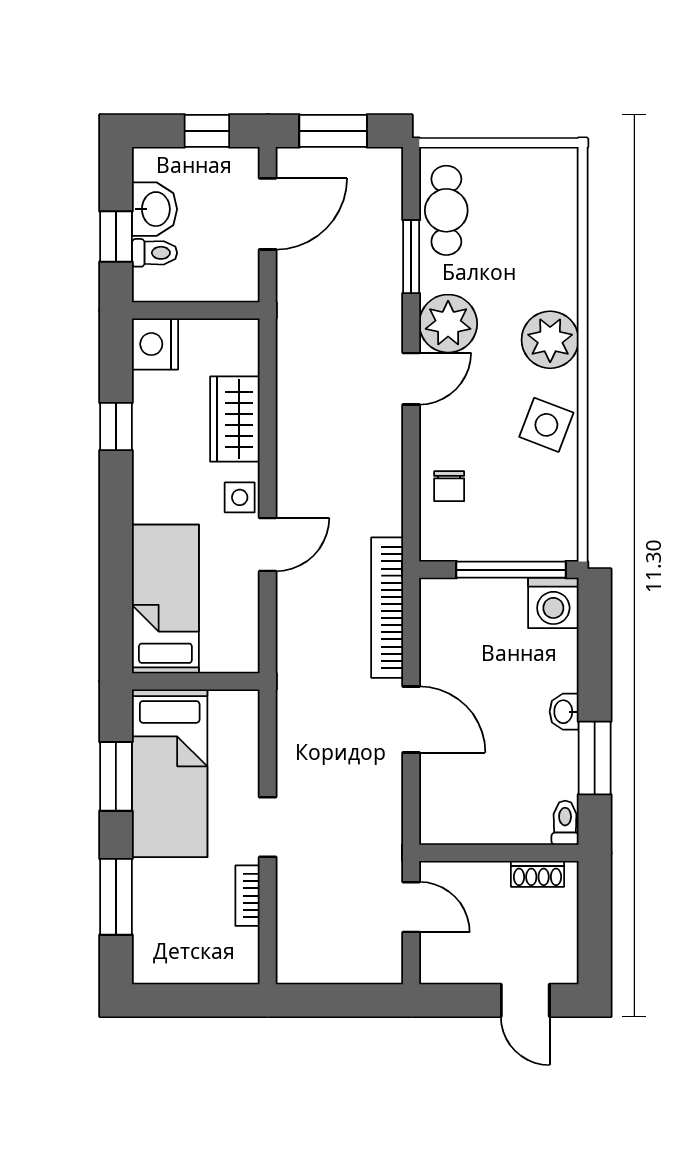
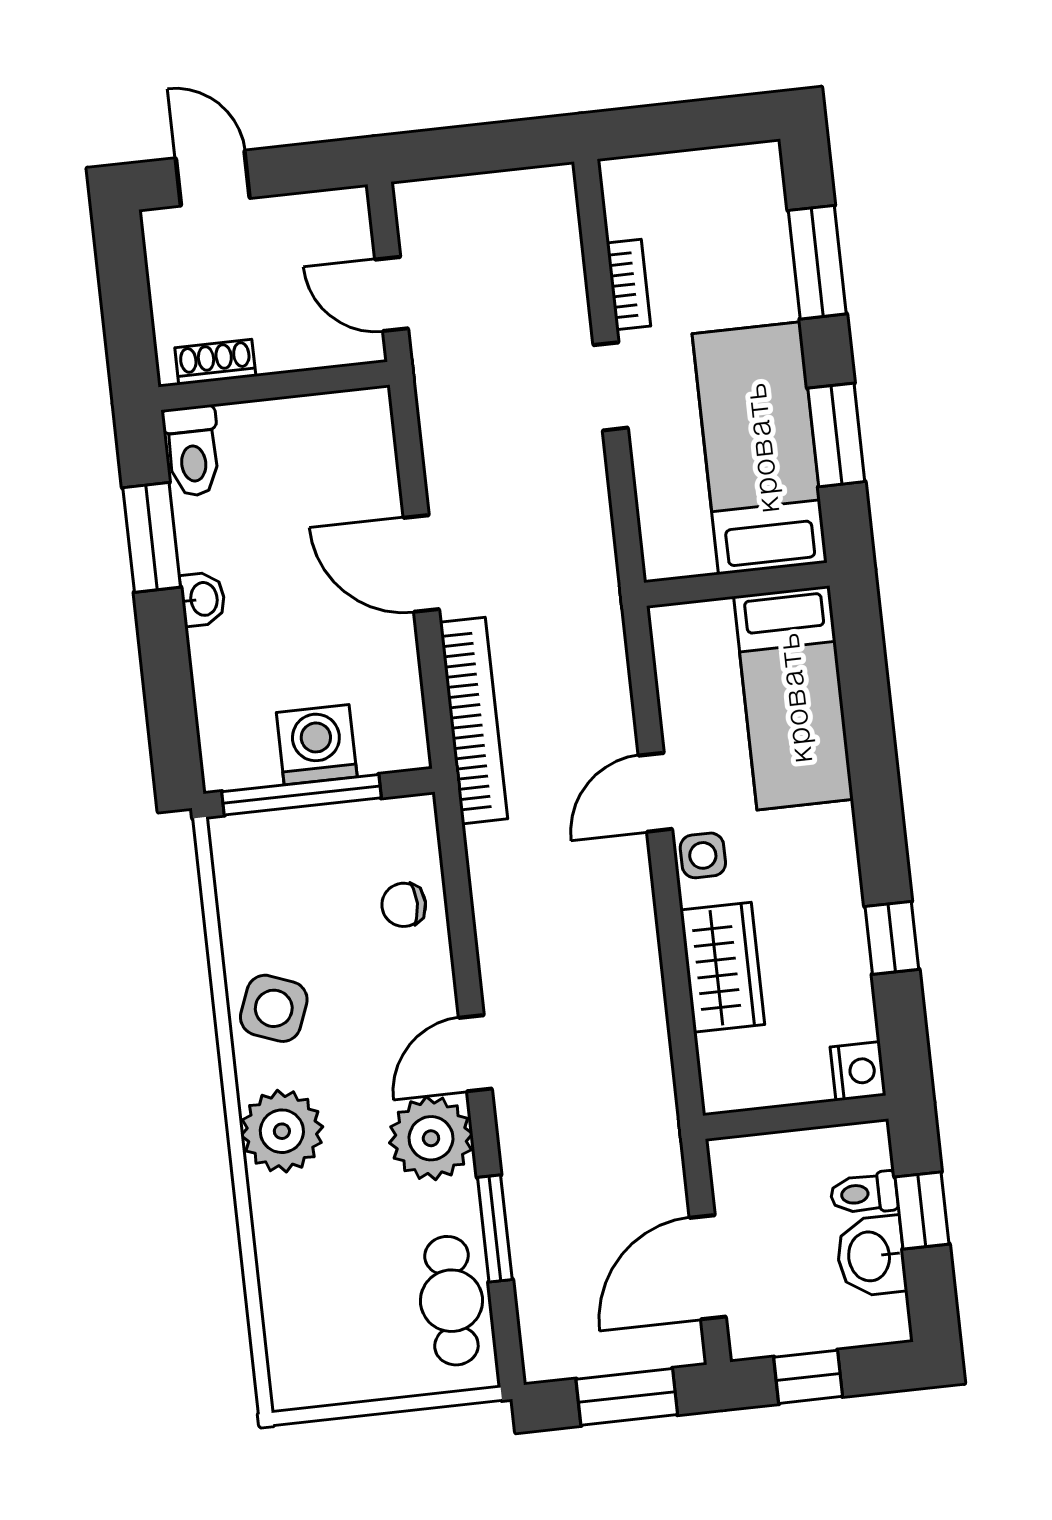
nightstand: (155, 344) -> (858, 1071), width x0.74, depth x0.75
chair: (449, 486) -> (404, 905), turned -90
washing machine: (553, 603) -> (317, 745), moved
toilet: (565, 823) -> (192, 451), width x1.37, depth x1.39

